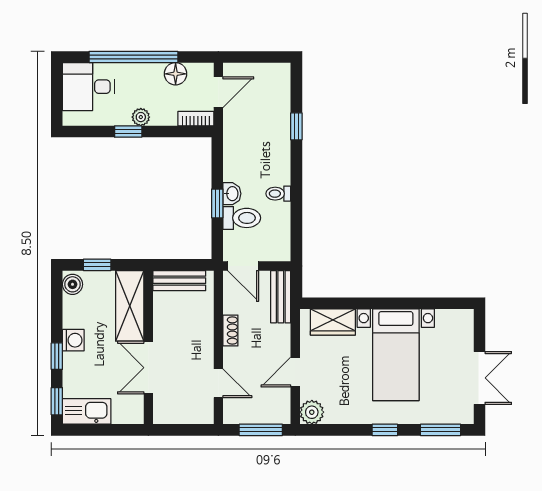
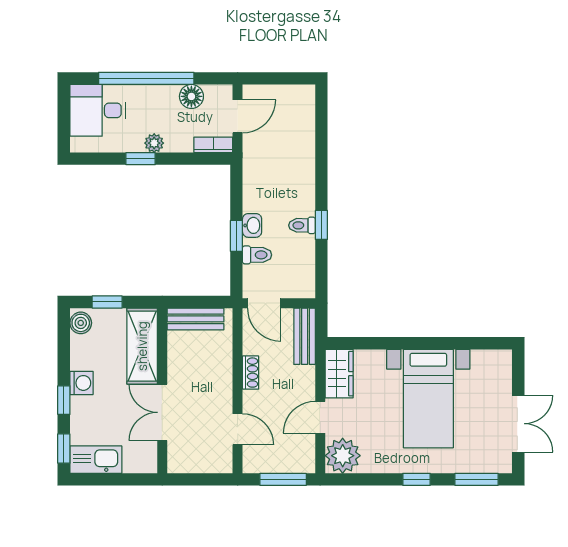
window: (296, 126) -> (321, 225), moved
toilet: (242, 218) -> (257, 255), width x0.73, depth x0.72
wardrobe: (333, 322) -> (339, 374), moved, turned -90
plant: (312, 412) -> (343, 456), width x1.36, depth x1.36

